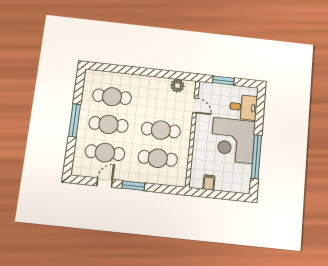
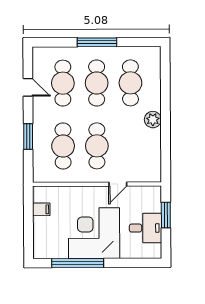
plant: (177, 86) -> (153, 120), moved
door: (195, 106) -> (118, 184), moved
desk: (243, 107) -> (145, 228), moved, turned -90
window: (133, 186) -> (28, 137), moved

